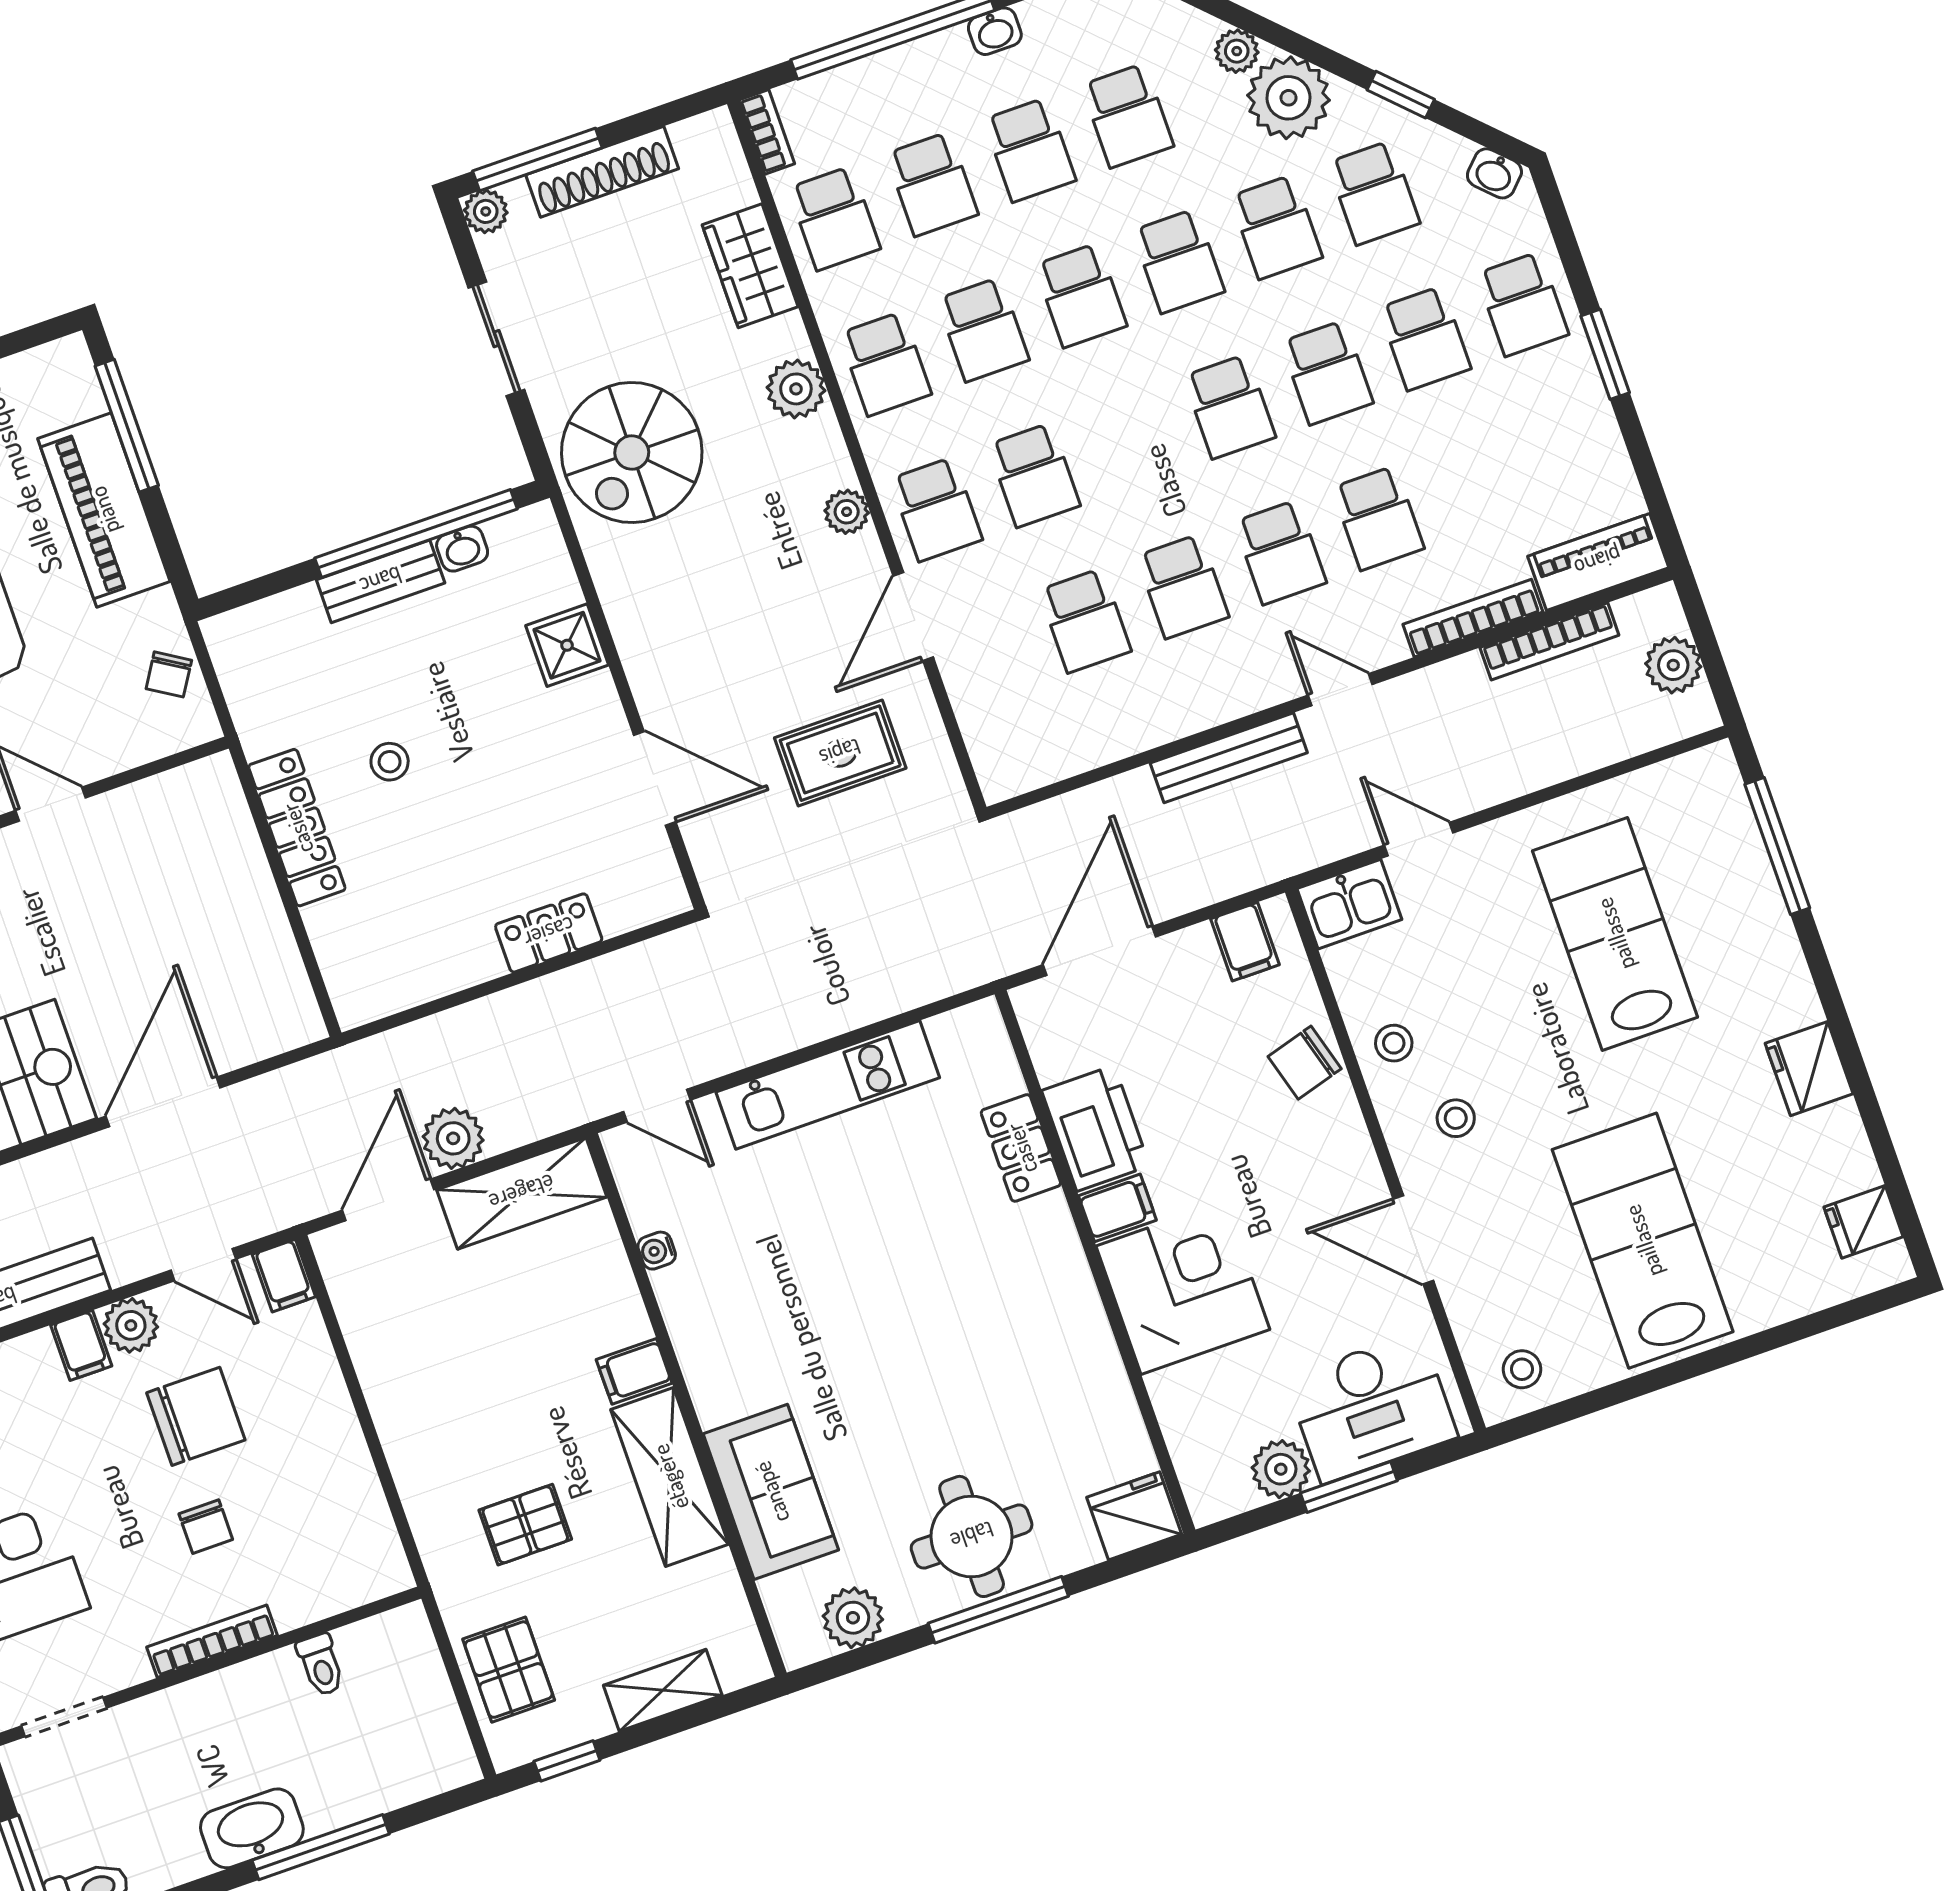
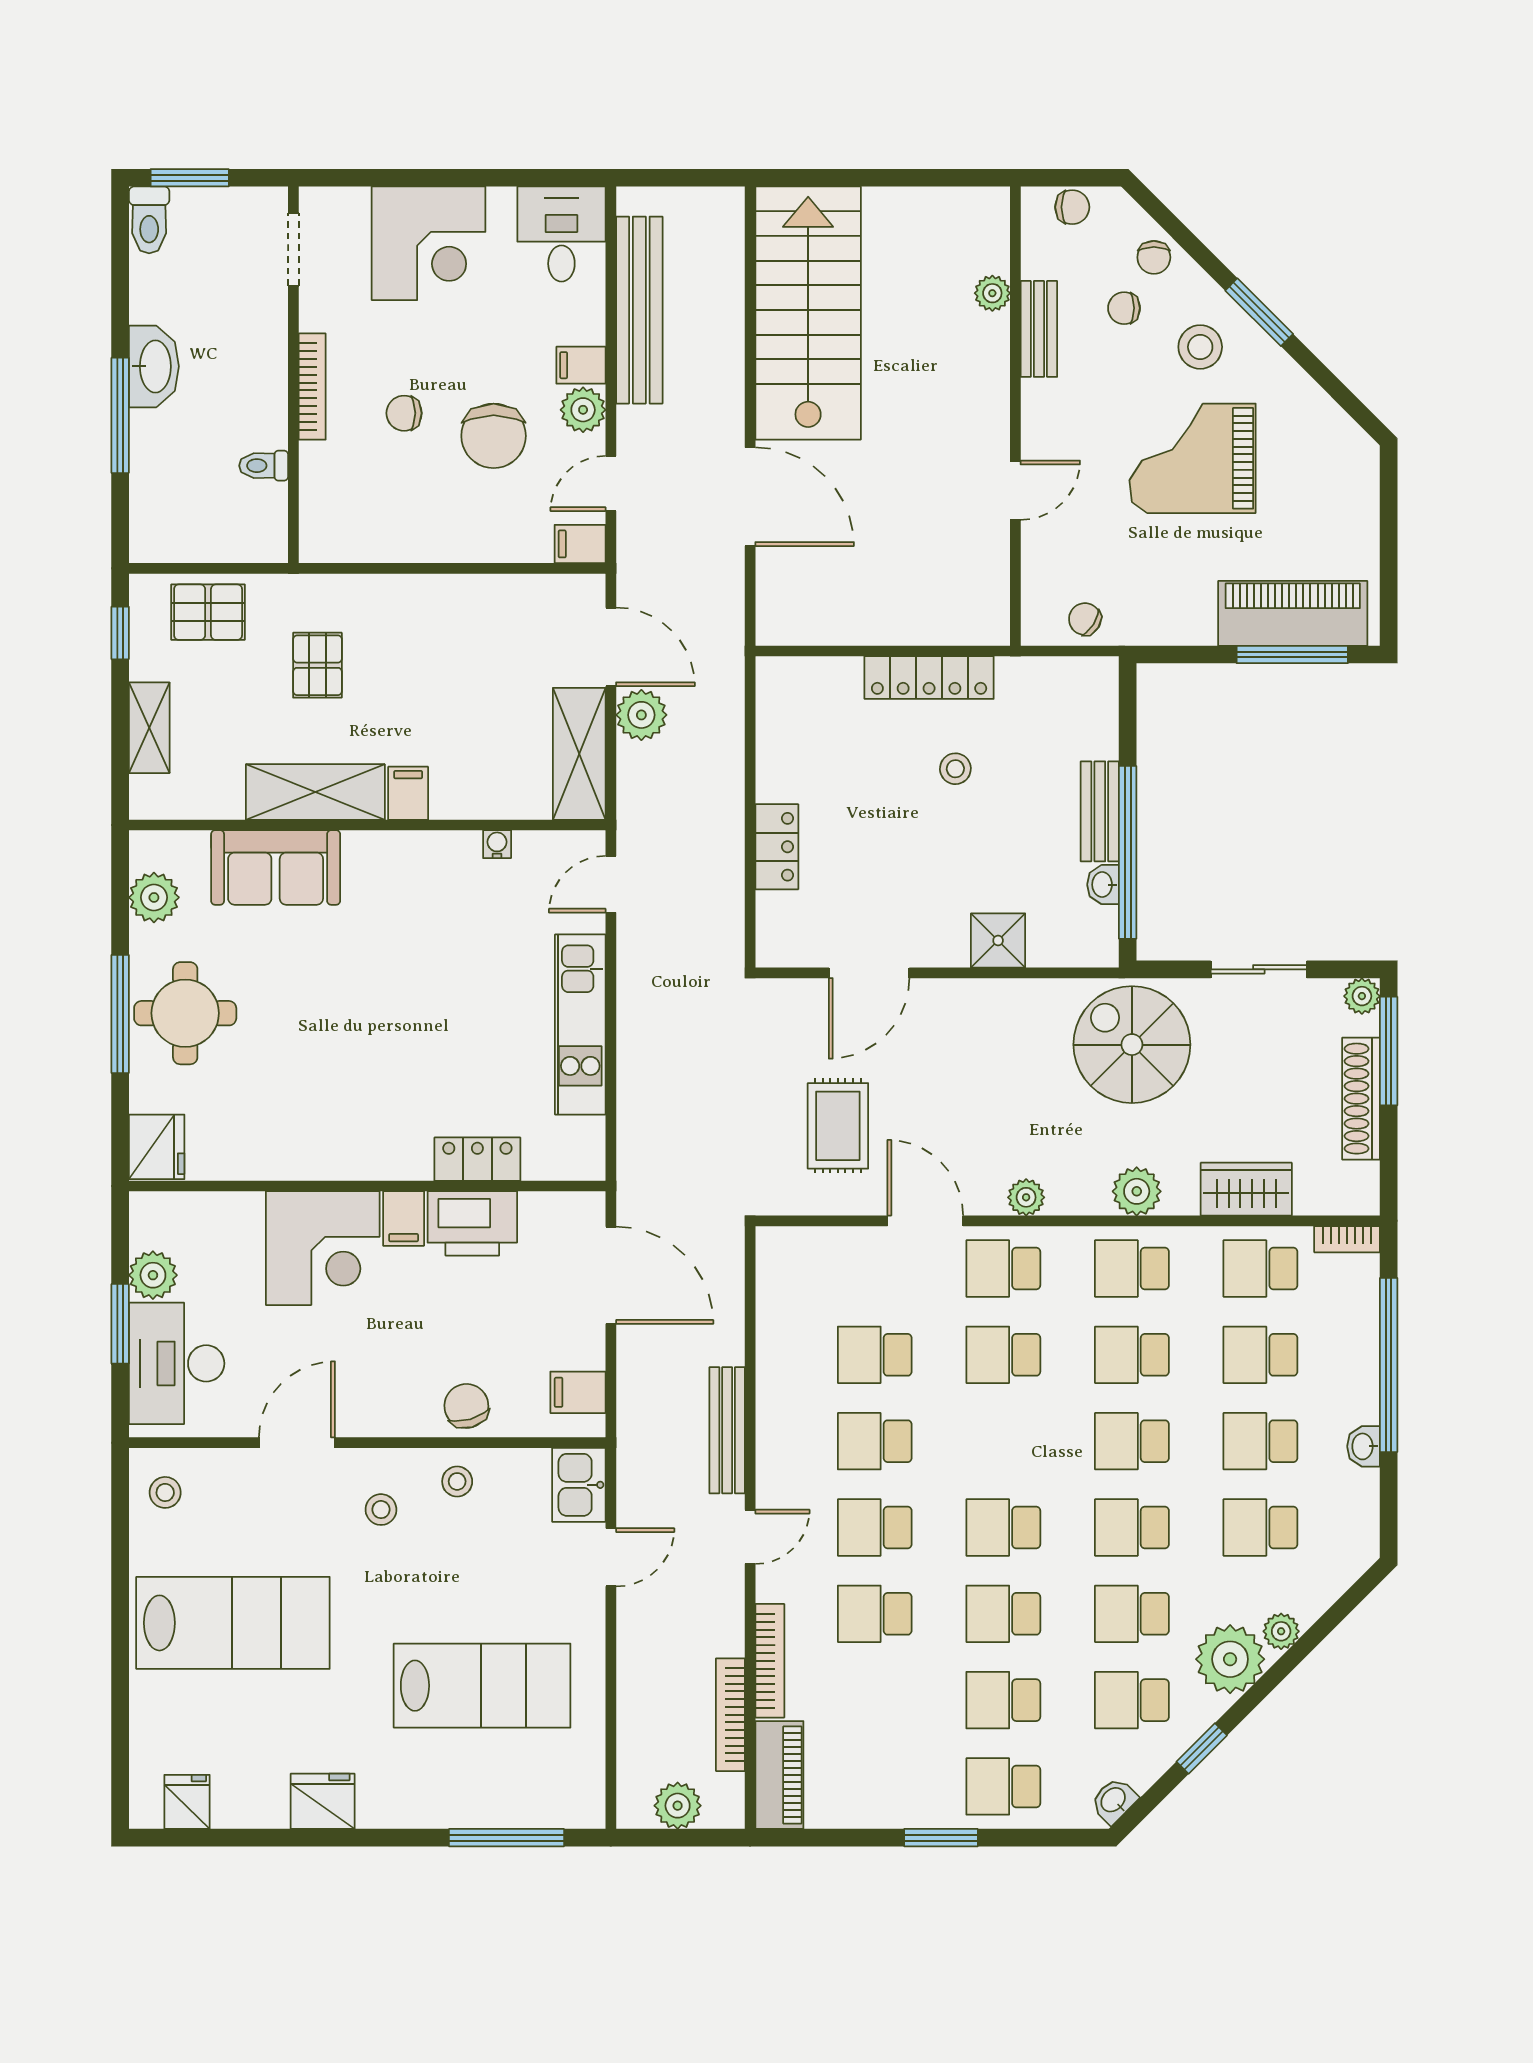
piano: (104, 510) -> (1293, 613), moved

